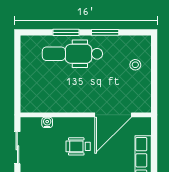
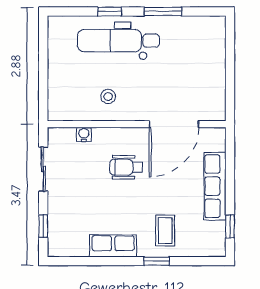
window: (66, 32) -> (110, 12), width x0.67
stool: (135, 65) -> (108, 96), moved

